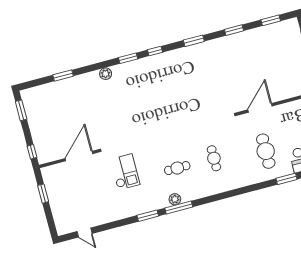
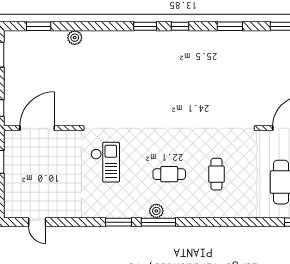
plant: (106, 74) -> (75, 38), moved
window: (63, 76) -> (39, 26), moved
door: (79, 156) -> (37, 128), moved

